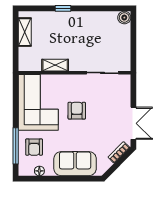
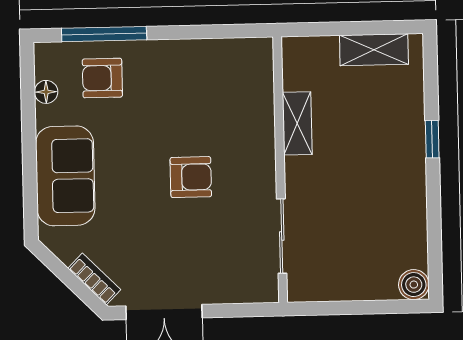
corner sofa: (38, 102) -> (208, 85), removed

